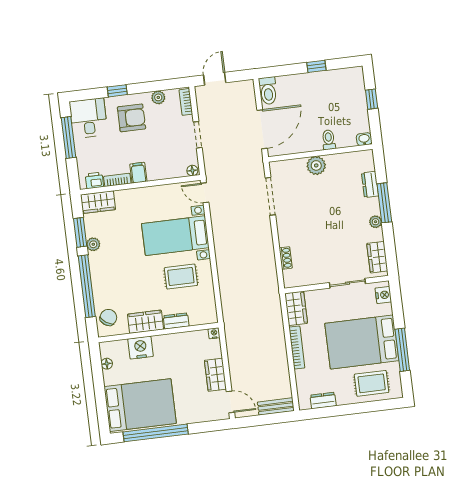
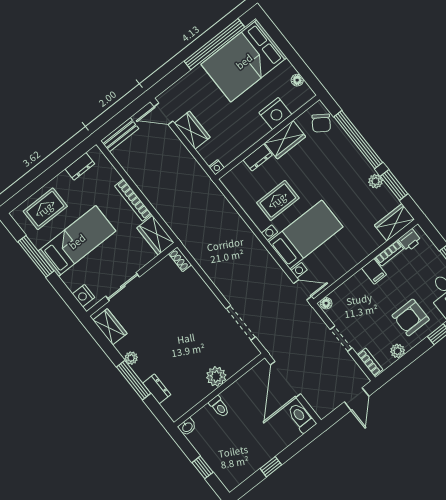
shoe rack: (286, 258) -> (180, 259), moved
bed: (362, 342) -> (77, 241), width x0.67

